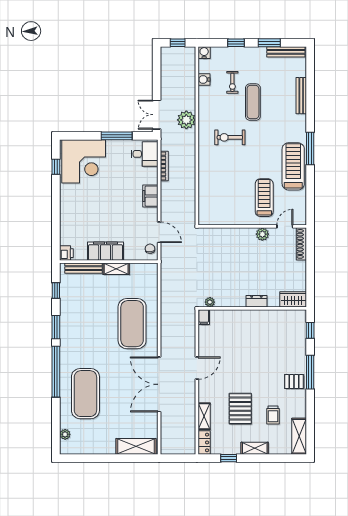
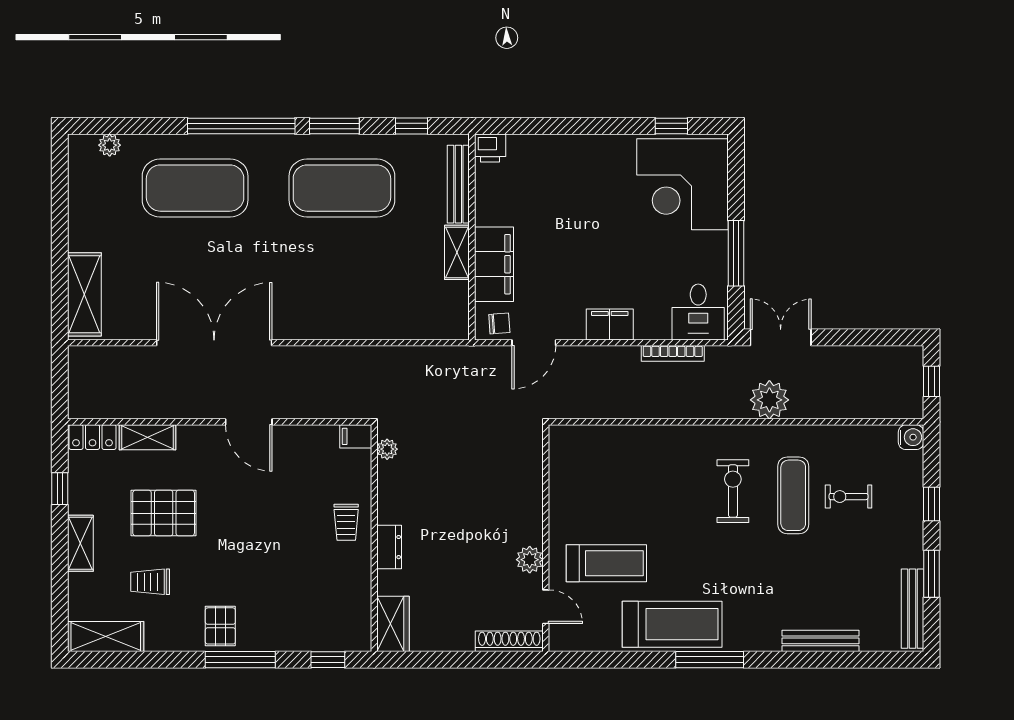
water cooler: (204, 79) -> (854, 437), removed
exercise mat: (253, 102) -> (793, 495), moved, turned 90
filing cabinet: (105, 251) -> (494, 264), moved
trolley: (245, 322) -> (346, 522), added
exercise mat: (132, 324) -> (342, 188), moved

